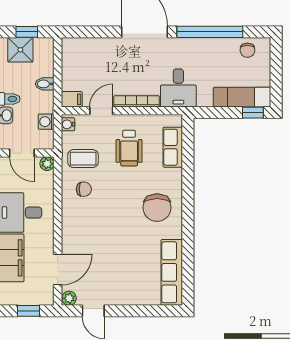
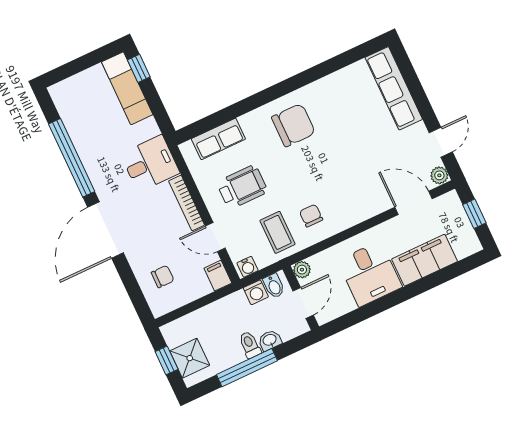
chair: (247, 50) -> (163, 277), moved
bidet: (45, 84) -> (274, 286), moved
row of seats: (172, 272) -> (394, 88), moved, turned 90

